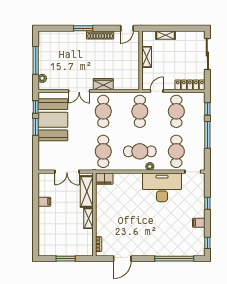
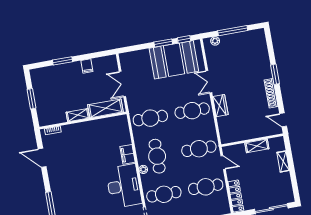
filing cabinet: (104, 179) -> (127, 154), moved
window: (36, 223) -> (63, 61), added

